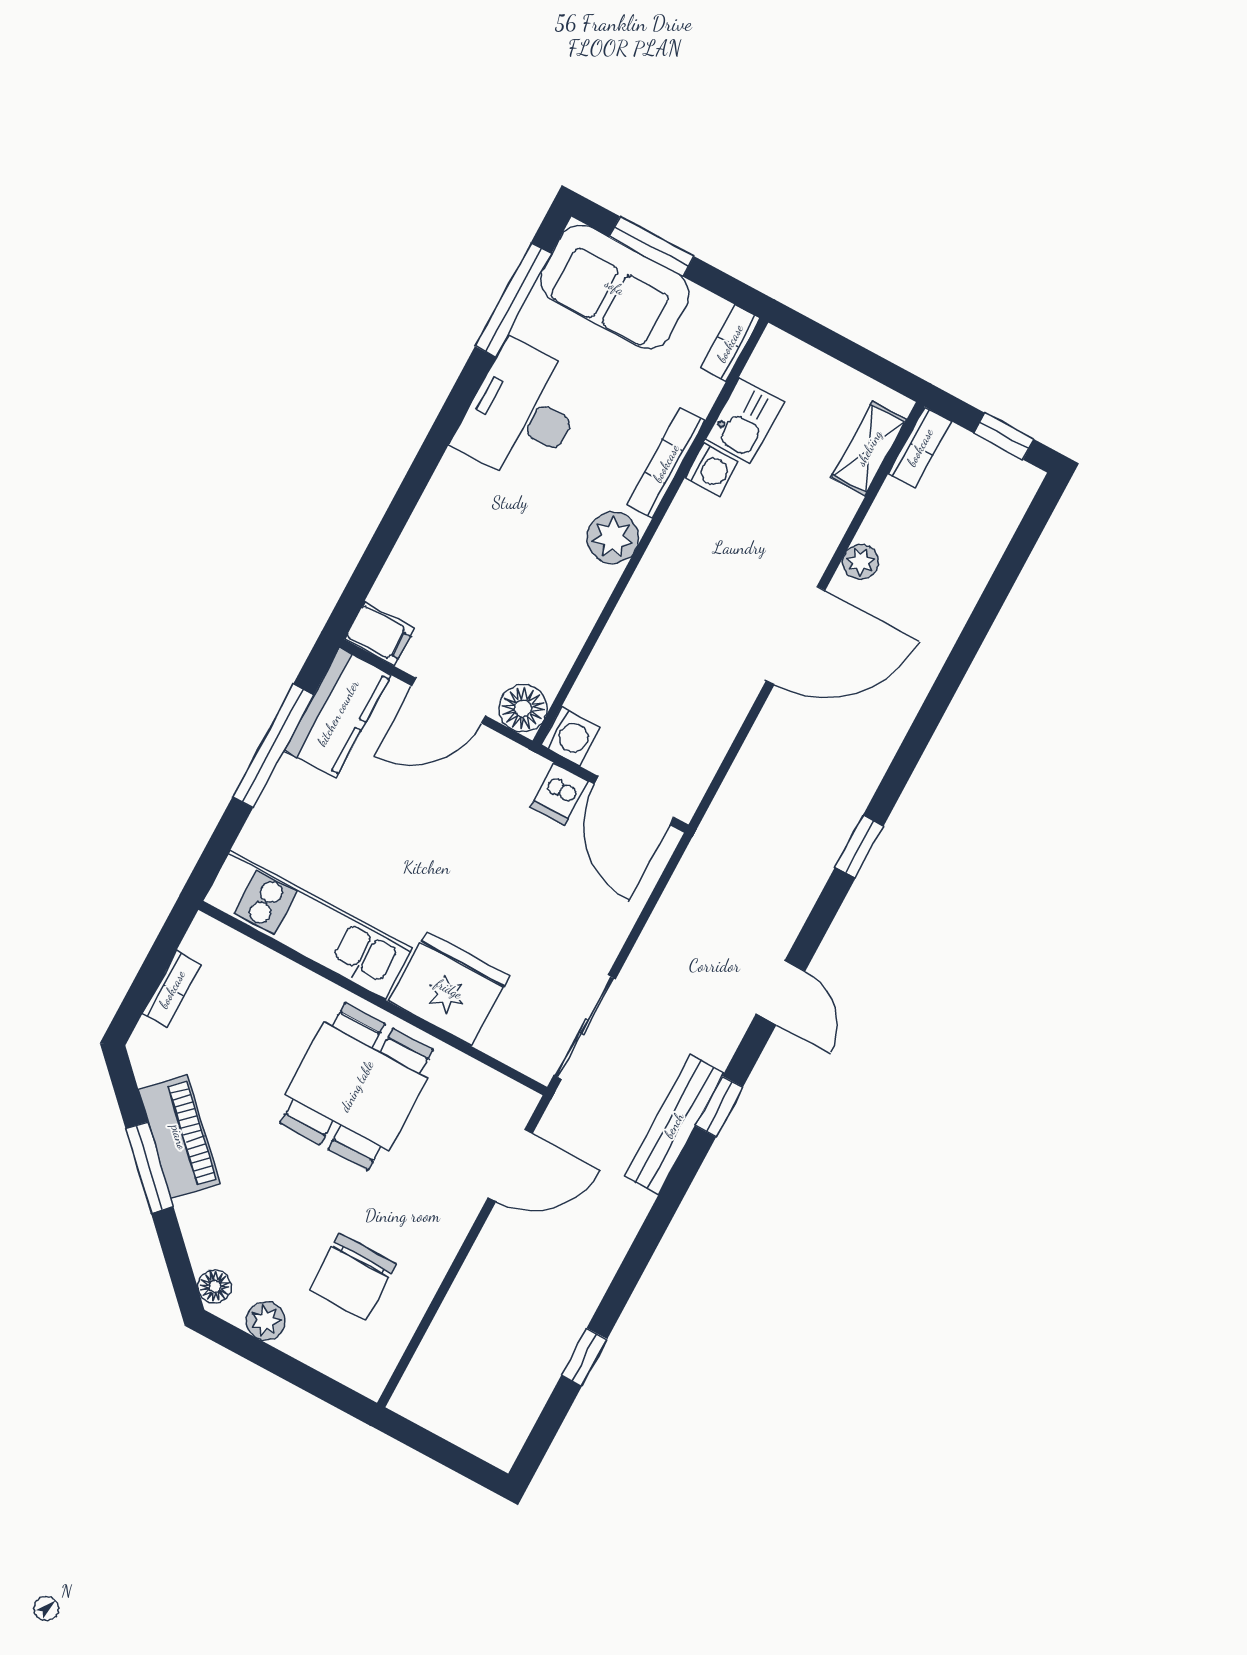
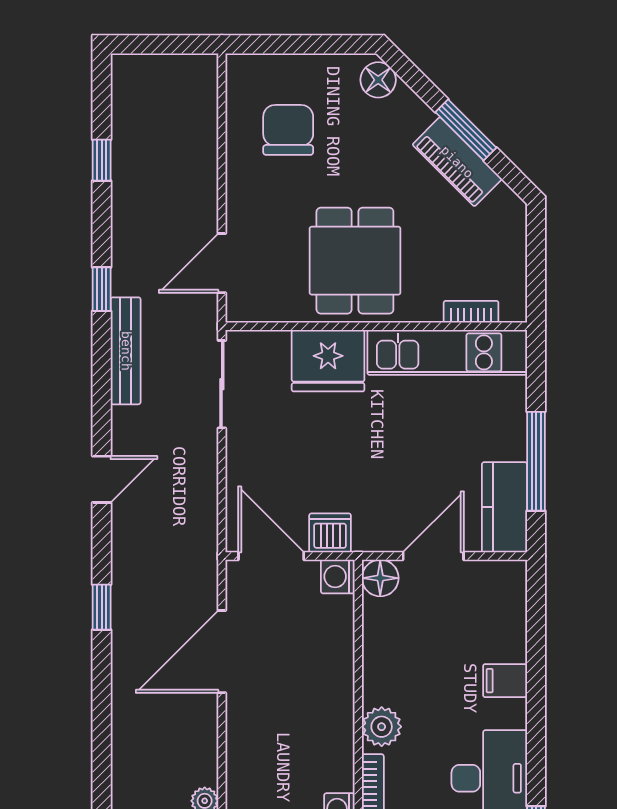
filing cabinet: (379, 634) -> (505, 681), moved
door: (796, 635) -> (222, 652), moved
dishwasher: (559, 794) -> (330, 533), width x1.38
bookcase: (172, 989) -> (471, 312), moved, turned 90
door: (781, 993) -> (102, 479), swing flipped
window: (719, 1107) -> (102, 289), moved
floor lamp: (215, 1286) -> (378, 80), width x1.37, depth x1.37
plant: (266, 1321) -> (331, 68), removed

